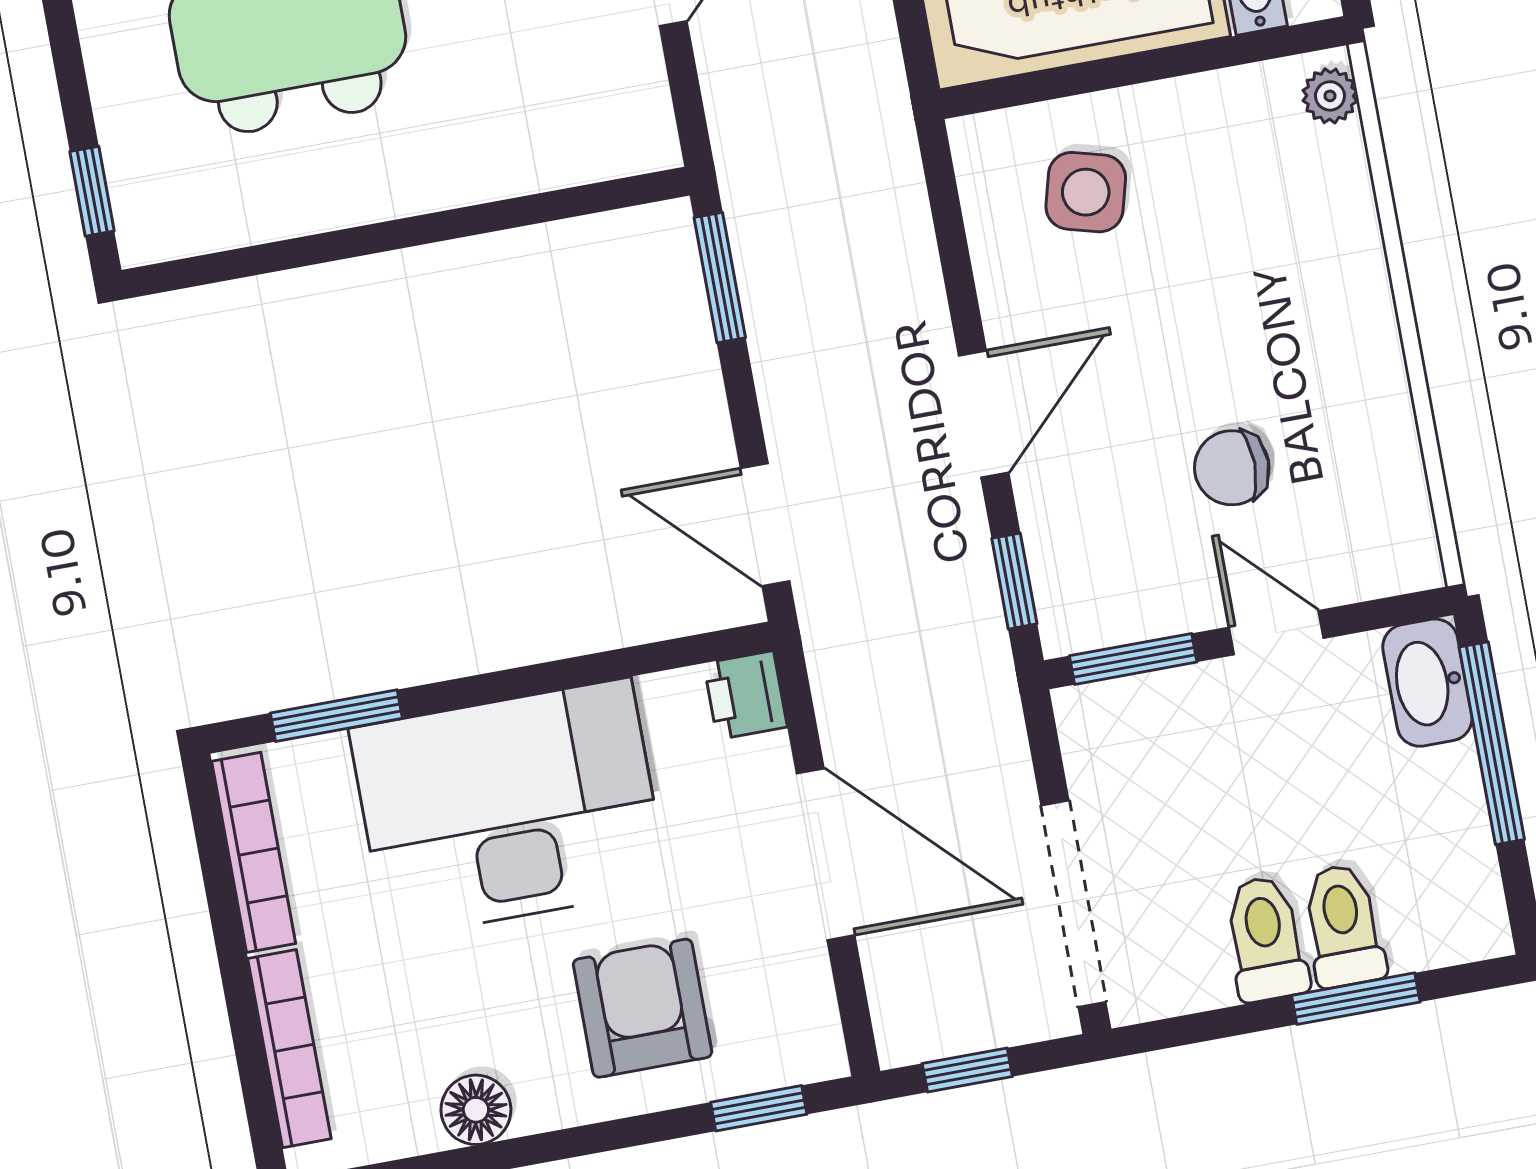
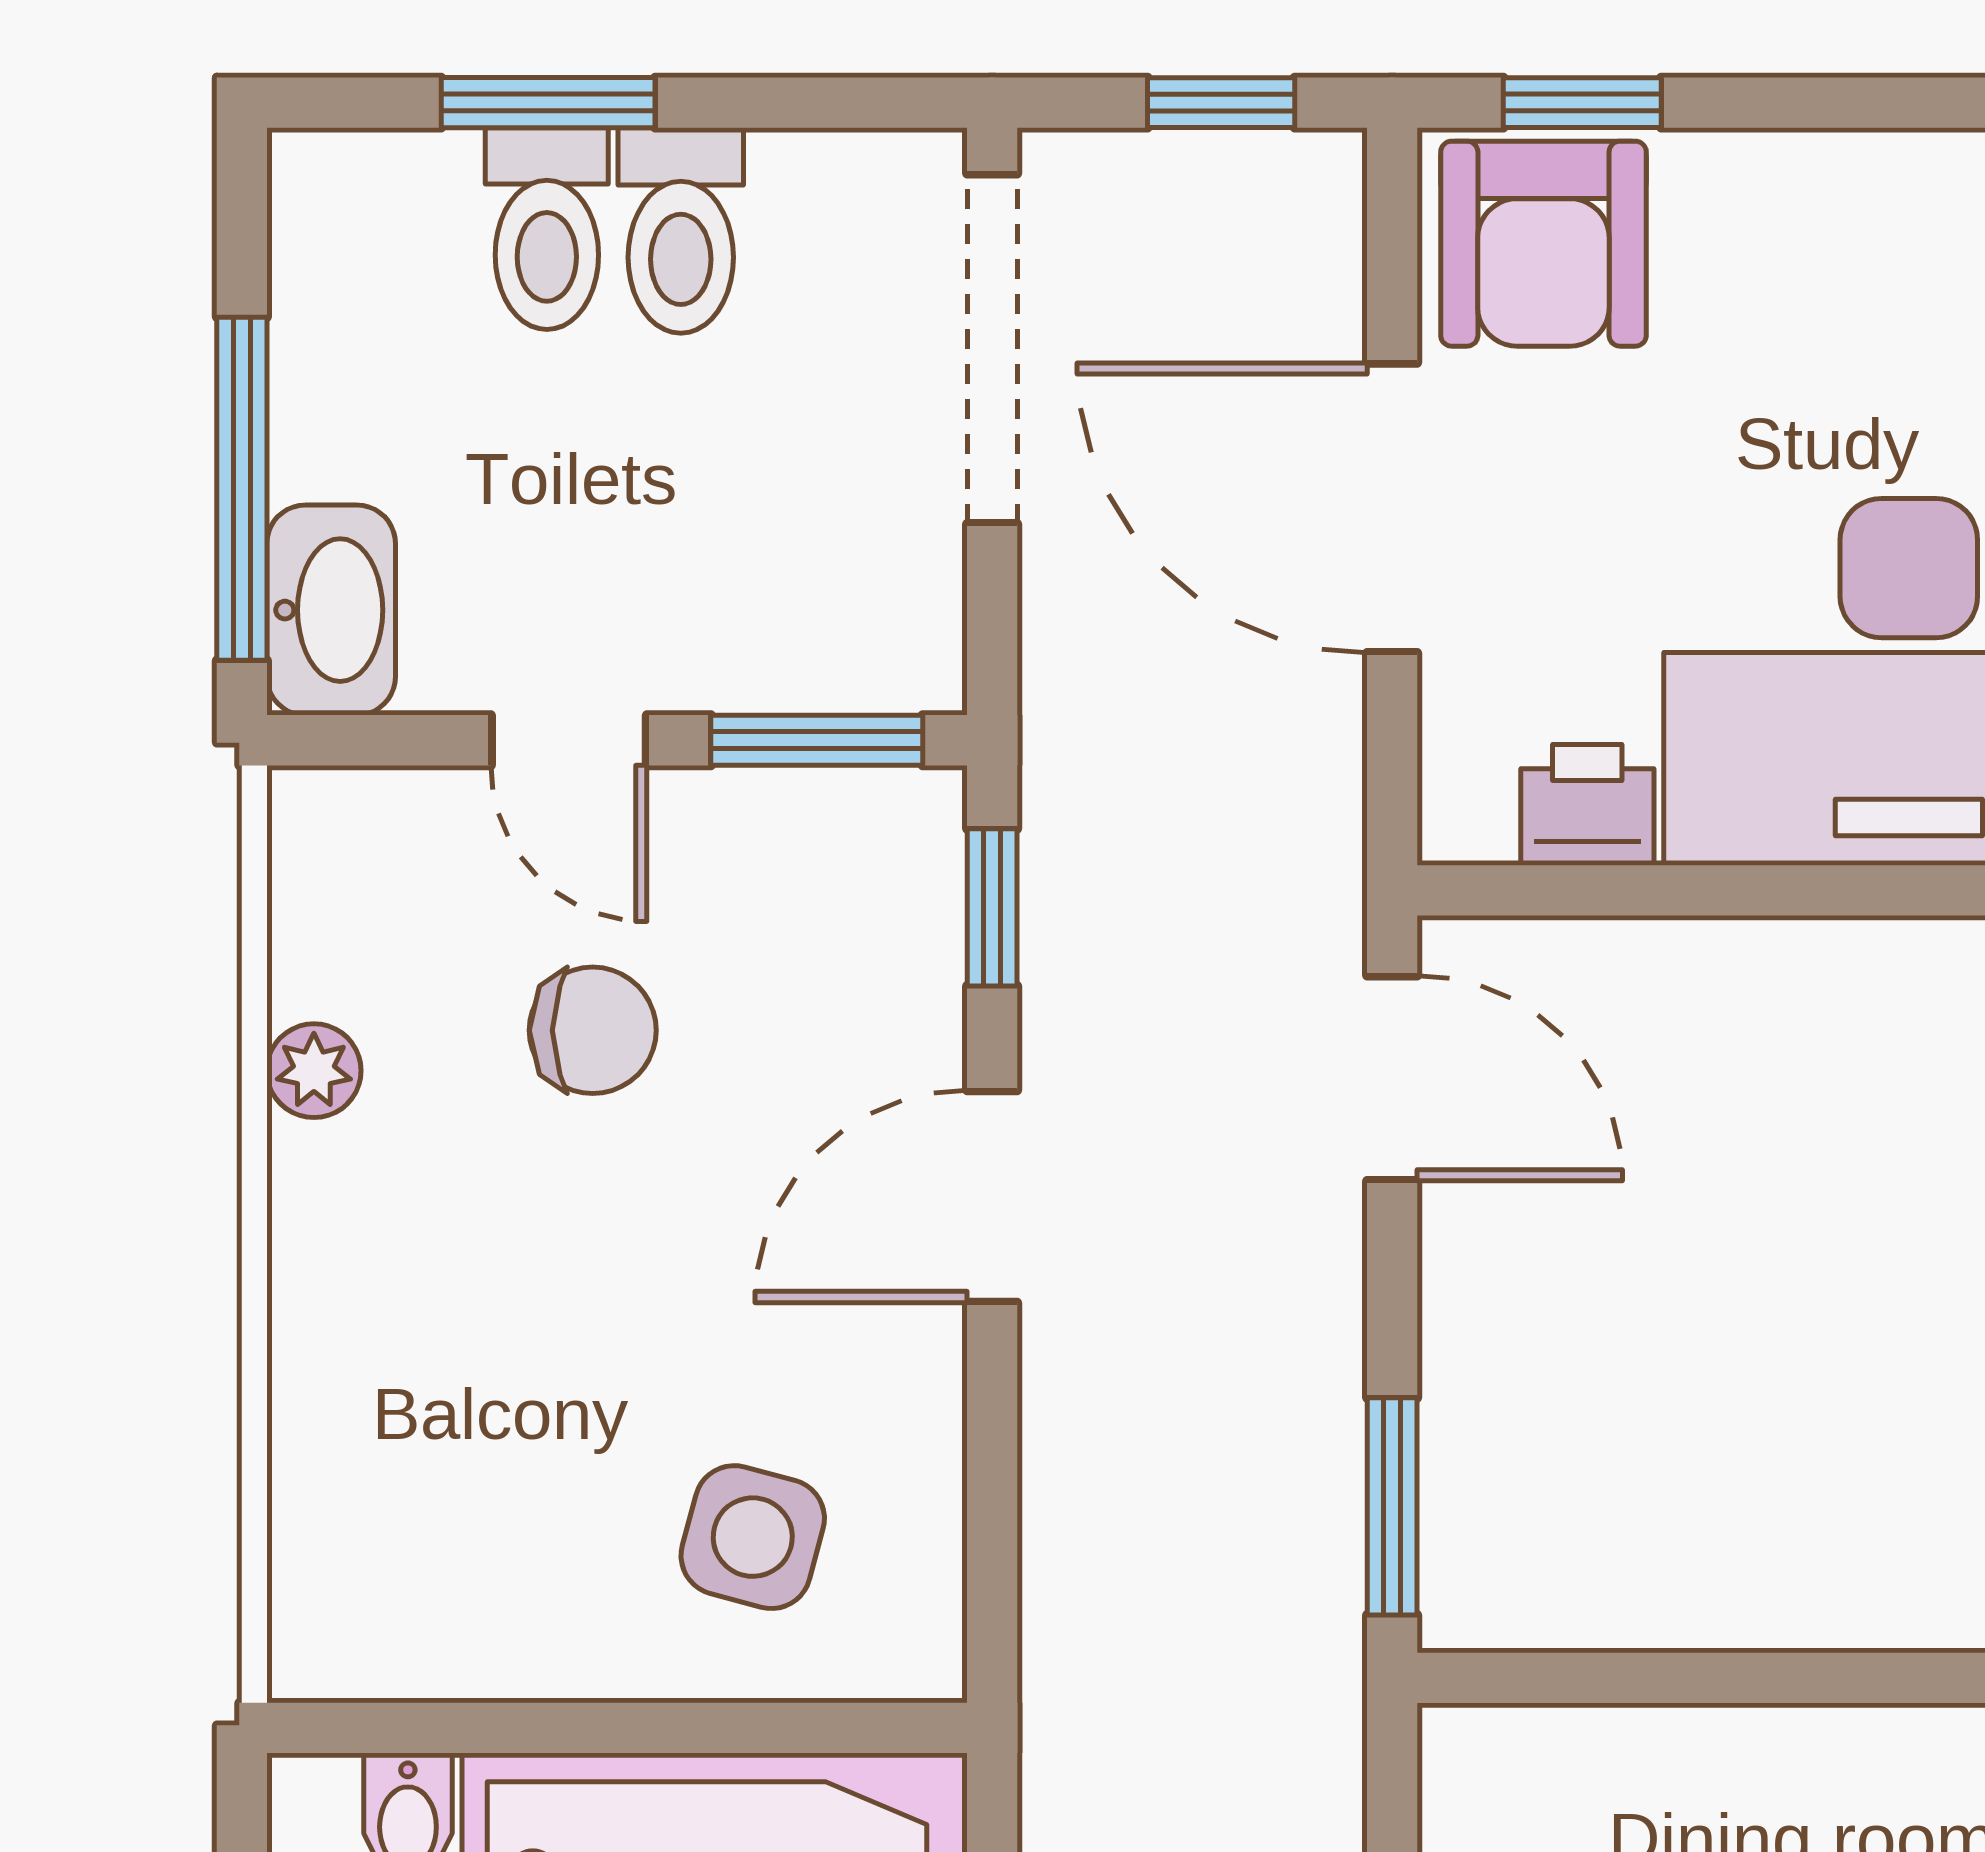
plant: (1330, 96) -> (314, 1071), moved
printer: (745, 695) -> (1587, 805), moved, turned -90
armchair: (642, 1008) -> (1543, 244), moved

